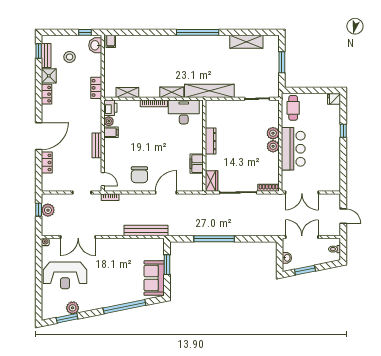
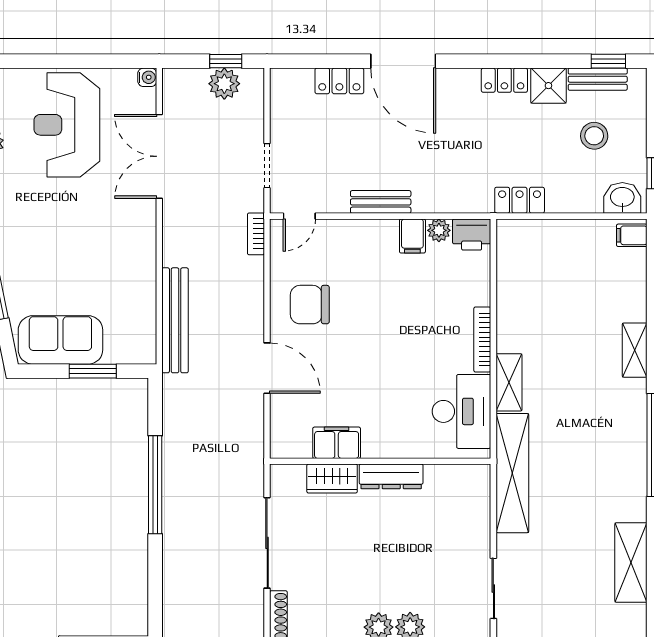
shelving: (127, 93) -> (635, 350), moved
wardrobe: (212, 181) -> (332, 479), moved

